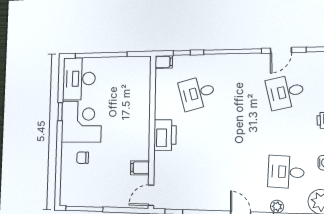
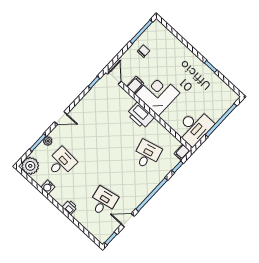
door: (281, 50) -> (128, 220), hinge flipped
desk: (79, 79) -> (194, 127), moved, turned 90
corner desk: (81, 122) -> (157, 94), moved, turned 180
chair: (83, 158) -> (144, 51), moved

